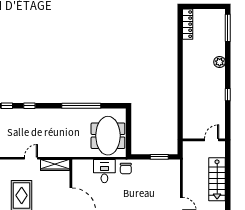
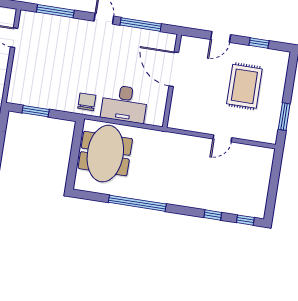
wardrobe: (55, 165) -> (189, 123), removed
desk: (104, 171) -> (124, 104), width x1.37

